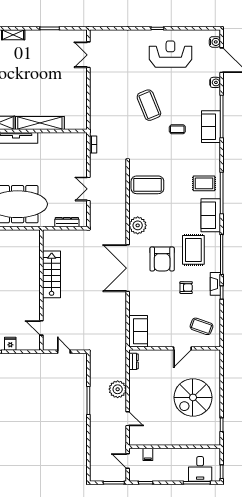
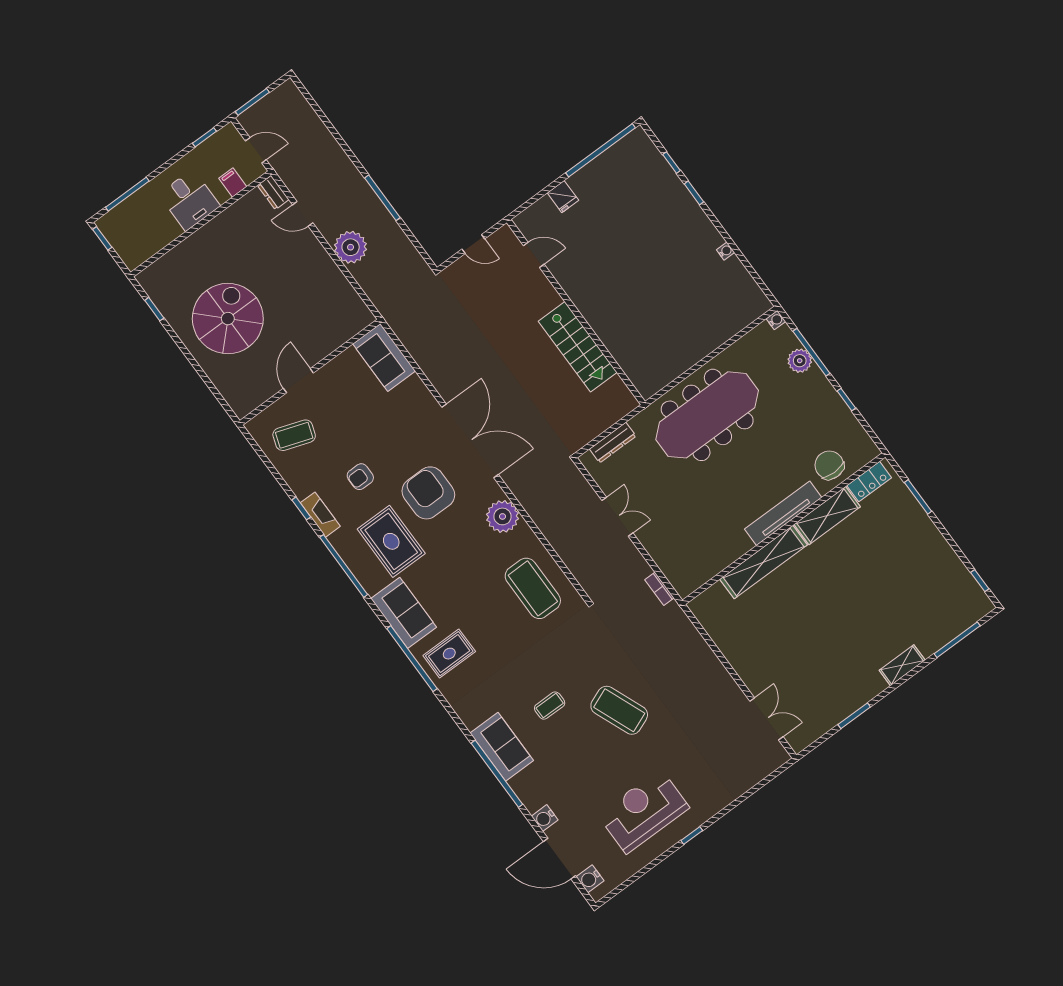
reception desk: (170, 54) -> (643, 811), turned 180
coffee table: (147, 185) -> (533, 588), turned 90
dresser: (134, 361) -> (273, 193), moved
desk: (200, 469) -> (189, 200), moved, turned 180

